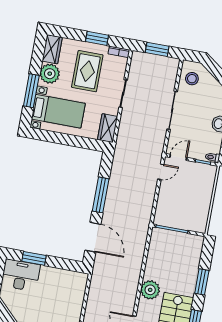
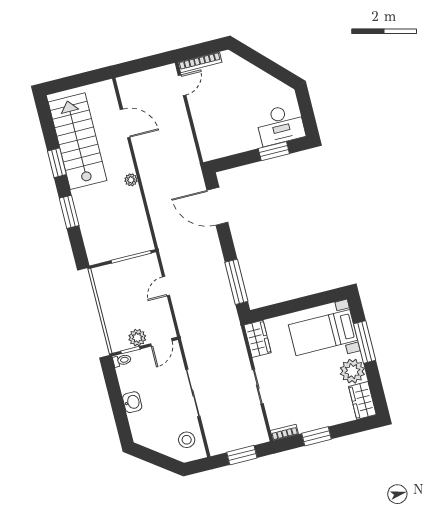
rug: (87, 71) -> (311, 394), removed
plant: (194, 169) -> (137, 338), added
door: (161, 172) -> (166, 286), moved
window: (101, 195) -> (236, 282), moved
plant: (150, 290) -> (131, 180), width x0.53, depth x0.53

